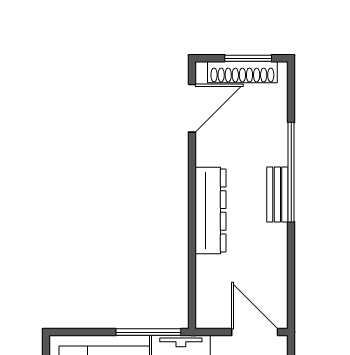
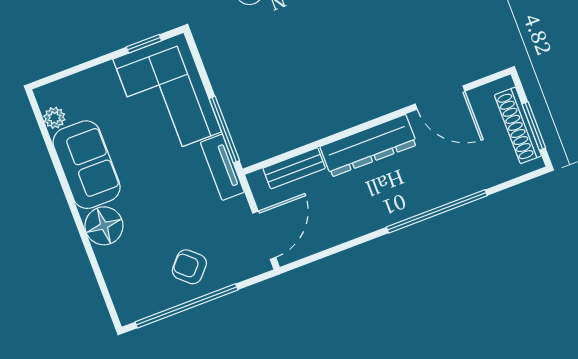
door: (192, 108) -> (440, 98), moved
bench: (277, 195) -> (294, 168), moved

